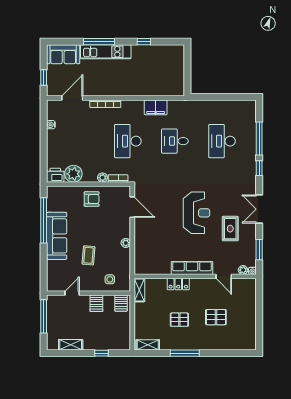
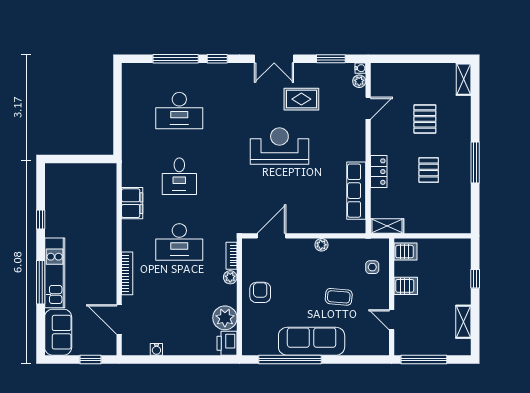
row of seats: (192, 268) -> (356, 191), moved
shelving: (148, 345) -> (464, 79), moved

